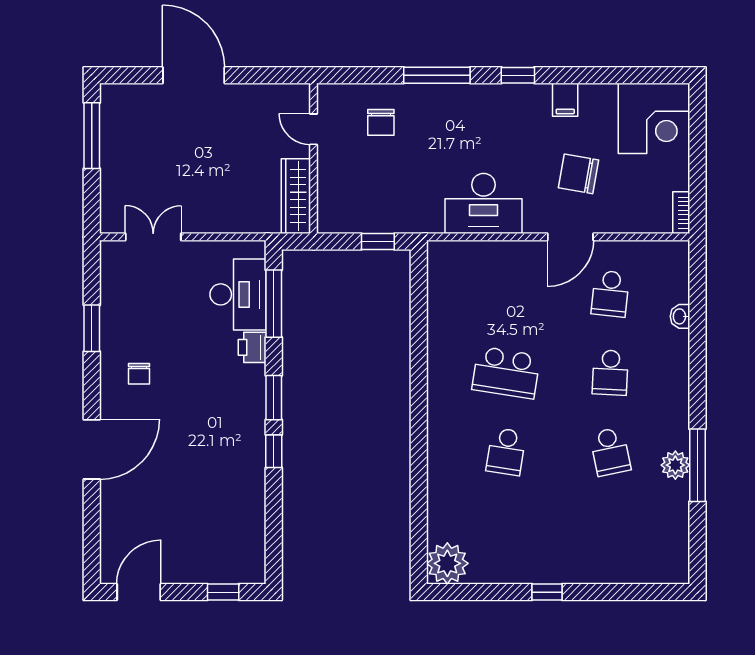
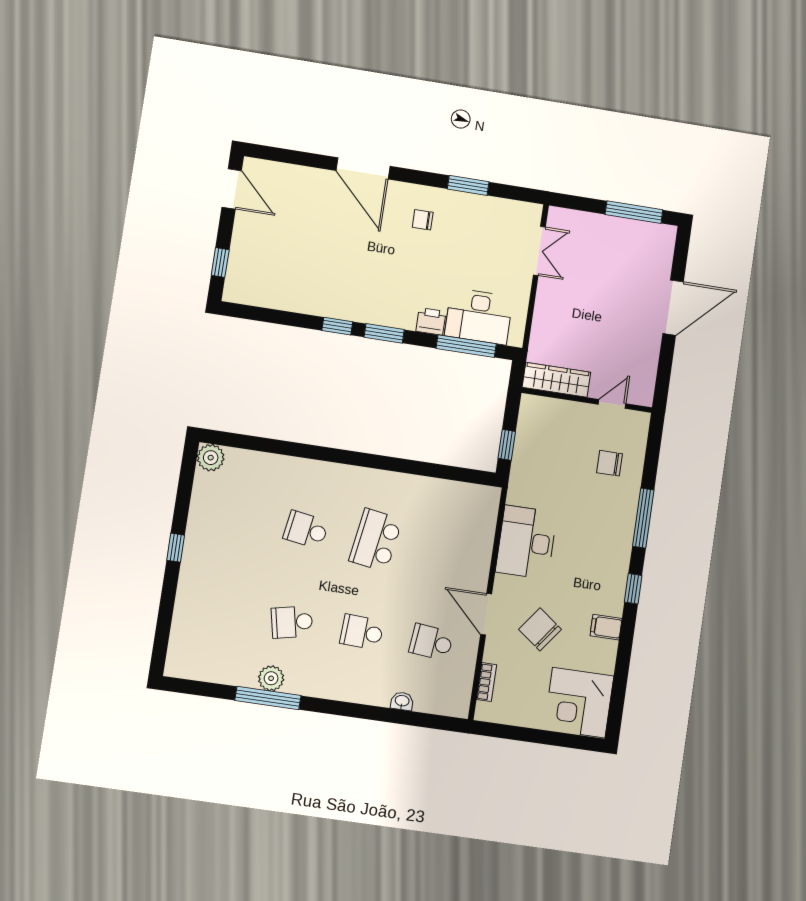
chair: (578, 174) -> (540, 629), turned -63
bookcase: (681, 213) -> (487, 682), moved, turned 90
plant: (447, 563) -> (211, 458), width x0.73, depth x0.73

